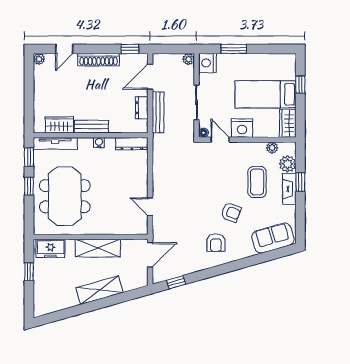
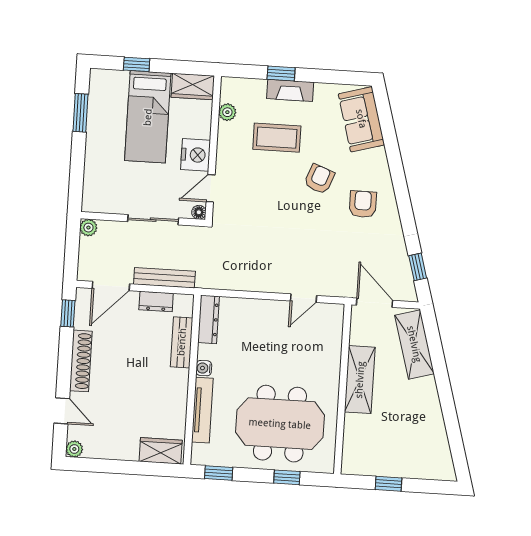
window: (234, 49) -> (80, 113), moved
nightstand: (207, 63) -> (96, 200), removed
door: (150, 77) -> (111, 286), hinge flipped
wardrobe: (59, 125) -> (161, 451), moved, turned 90
bench: (91, 127) -> (182, 342), moved
tv unit: (55, 143) -> (202, 410), moved
plant: (288, 164) -> (253, 91), removed
window: (29, 186) -> (287, 477), moved
armchair: (216, 243) -> (363, 204), turned -90
freezer: (50, 248) -> (356, 450), removed
shelving: (100, 290) -> (414, 344), moved

